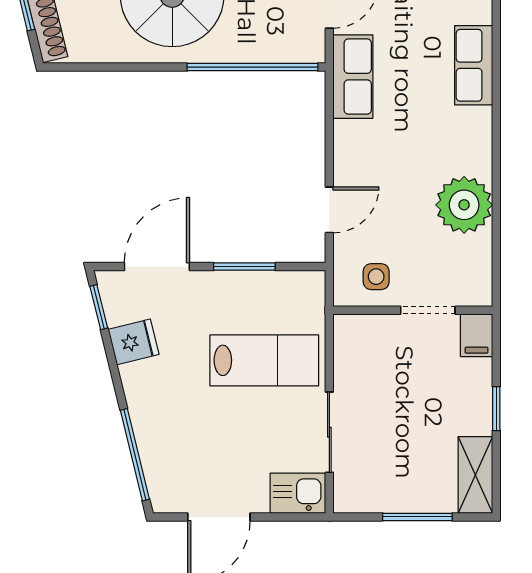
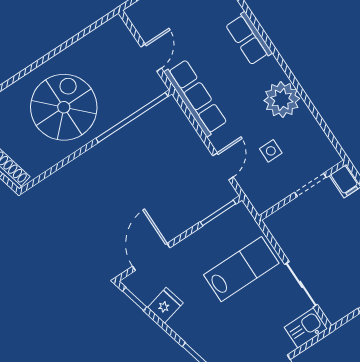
row of seats: (353, 77) -> (196, 98), width x1.48
plant: (464, 205) -> (282, 100), moved
window: (244, 267) -> (218, 213), moved
side table: (376, 277) -> (271, 151), moved

